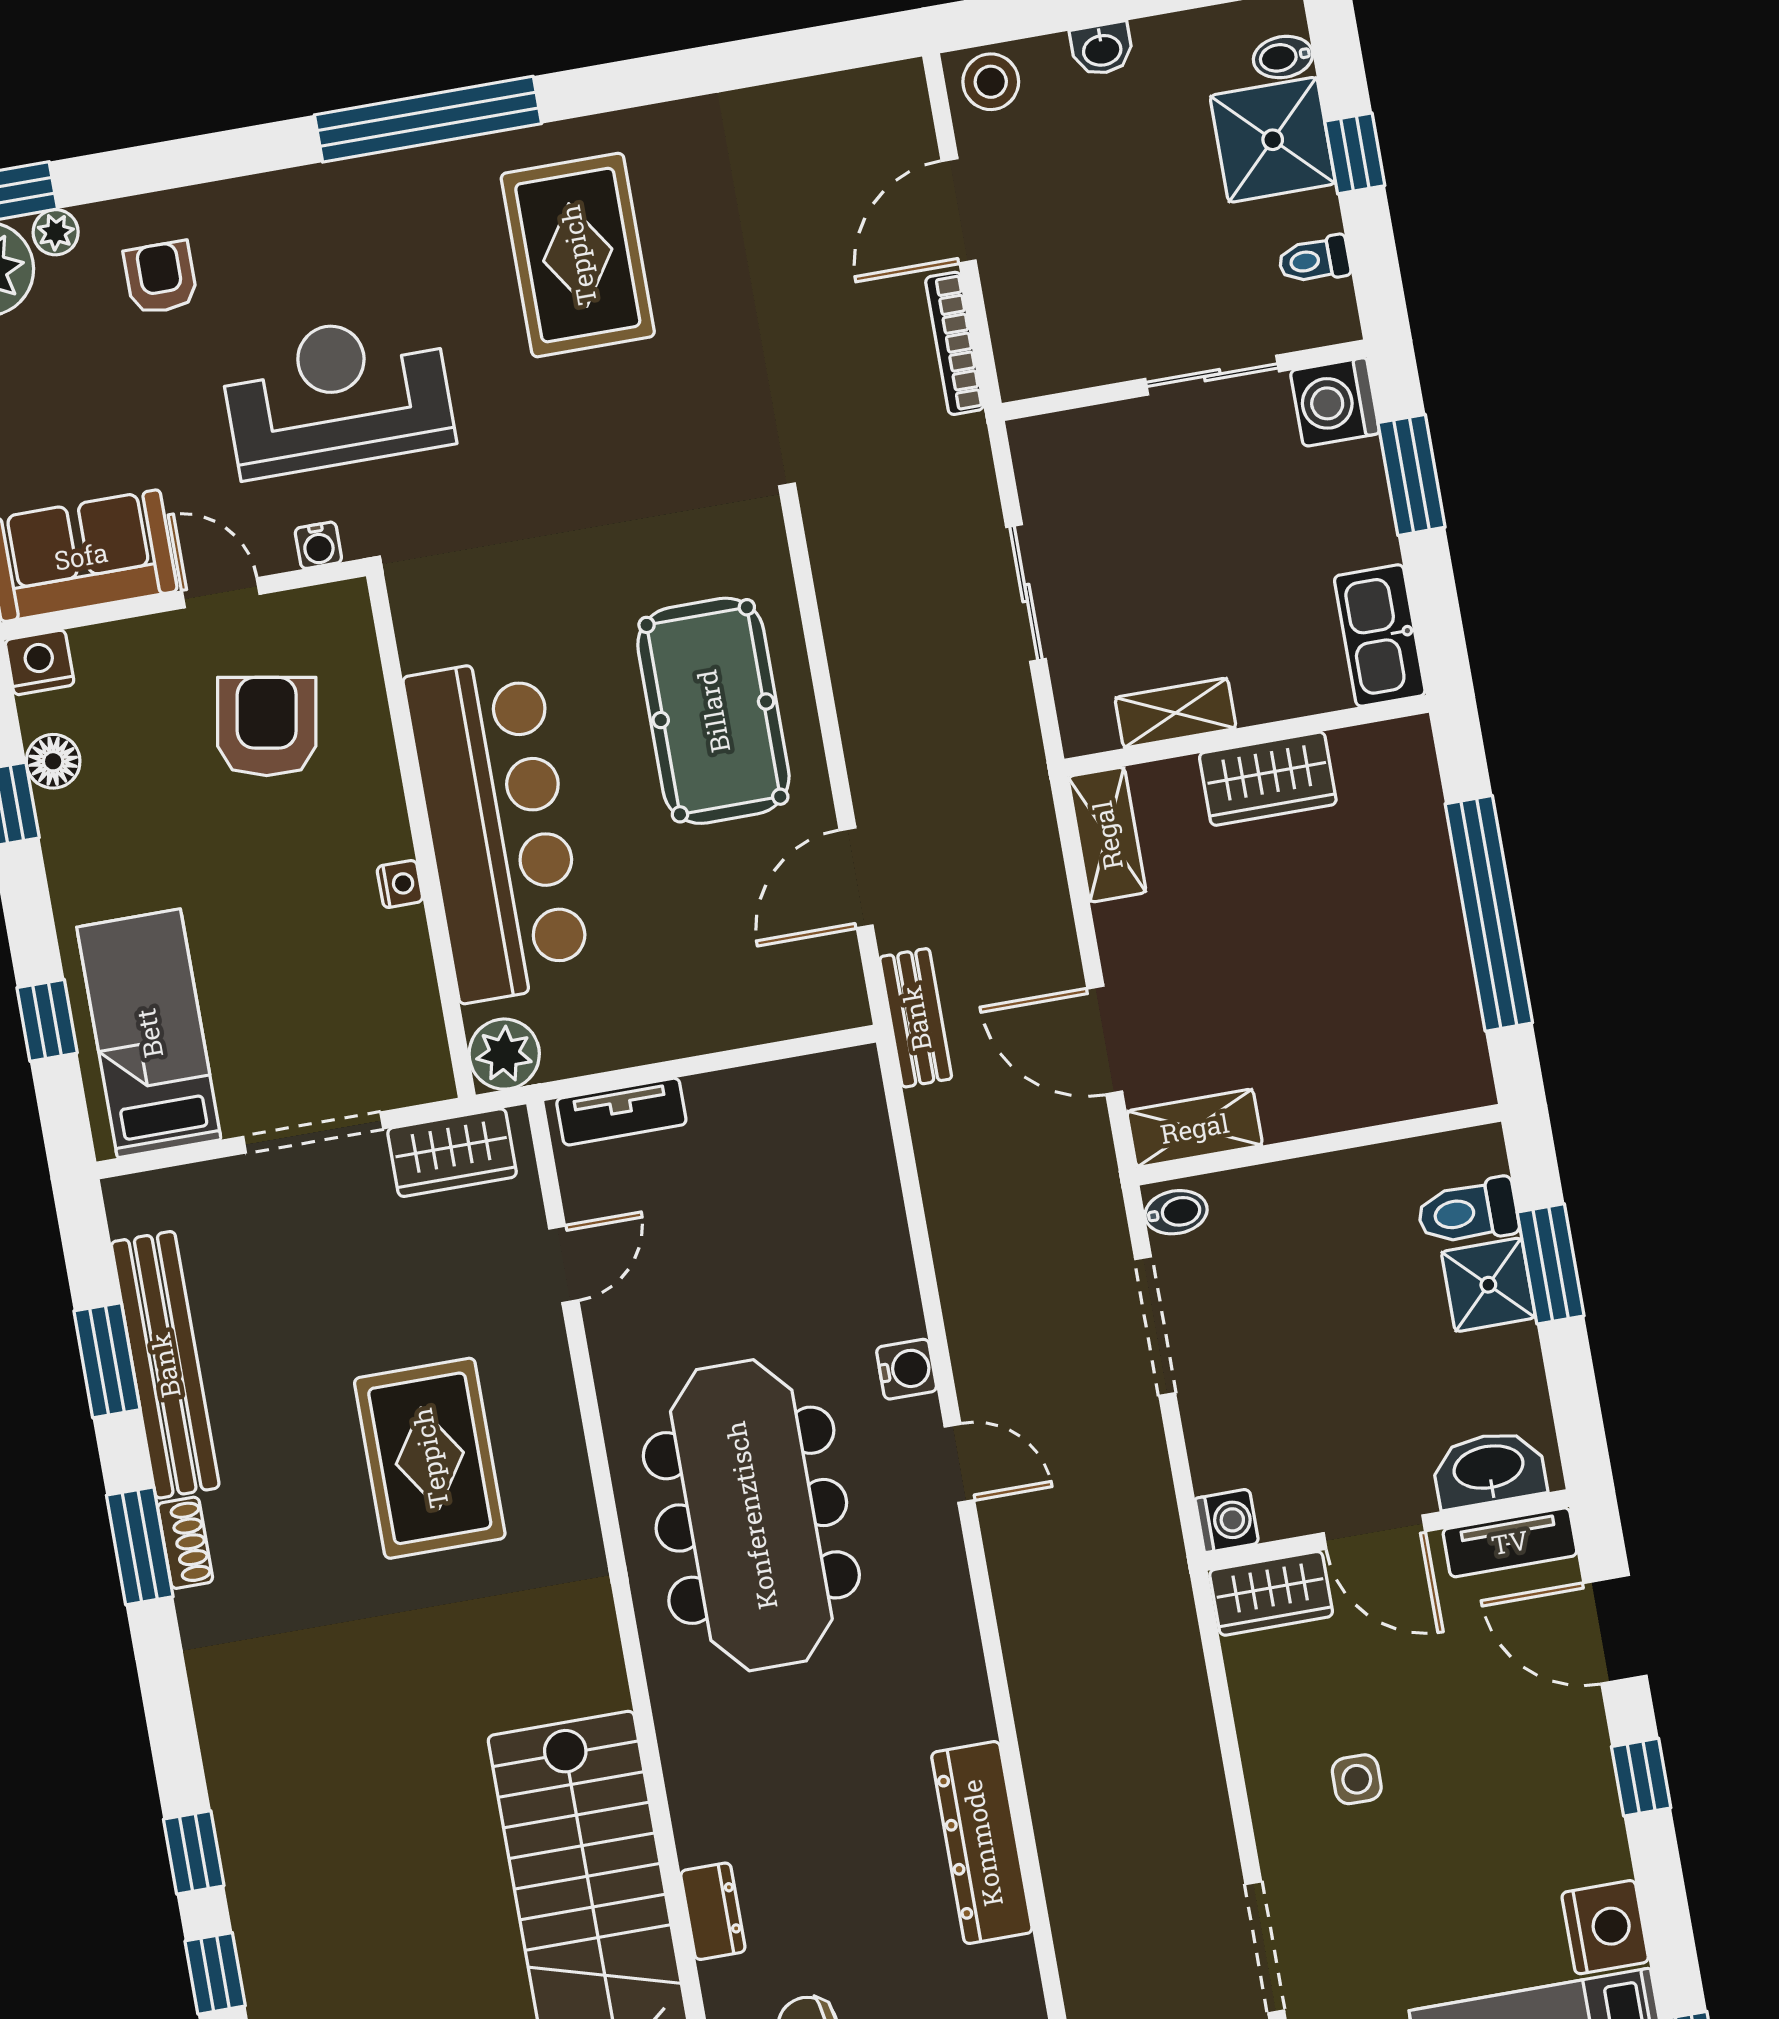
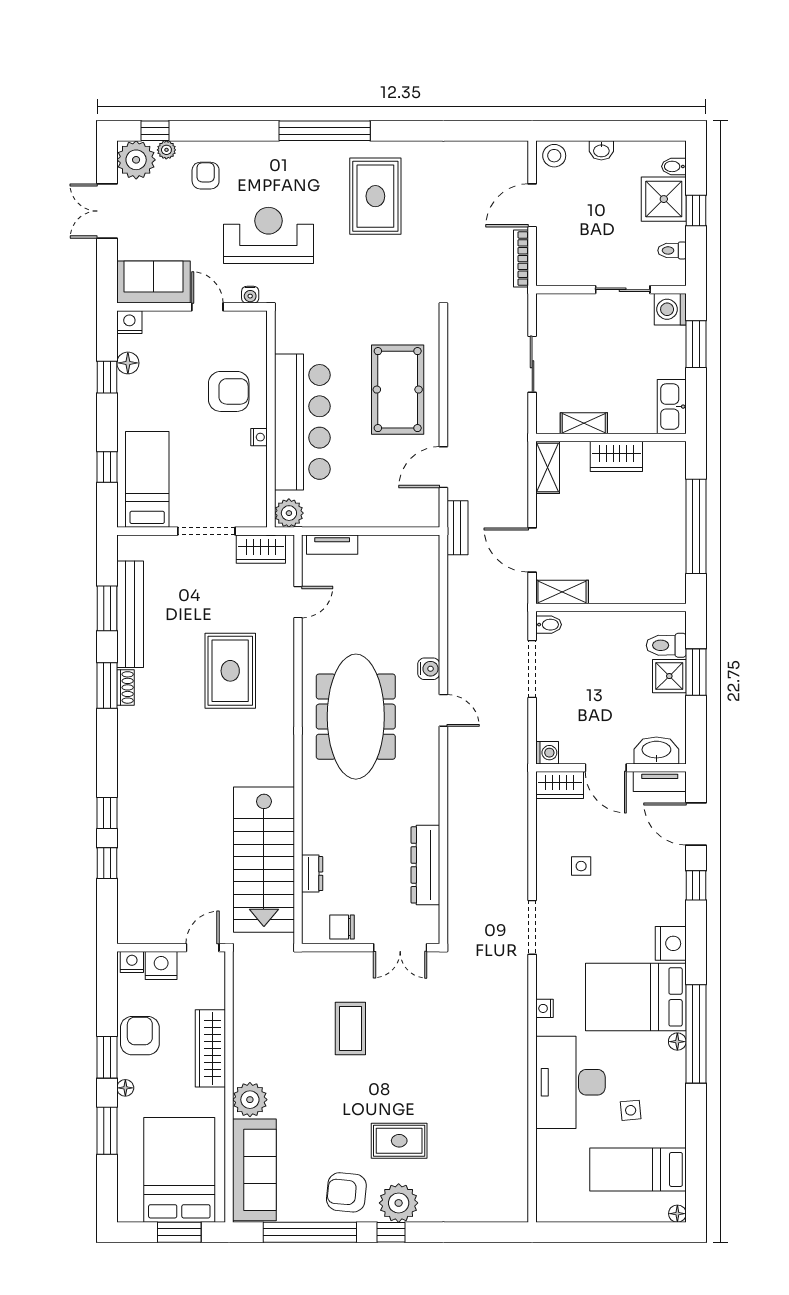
armchair: (267, 727) -> (229, 391), moved, turned 80

